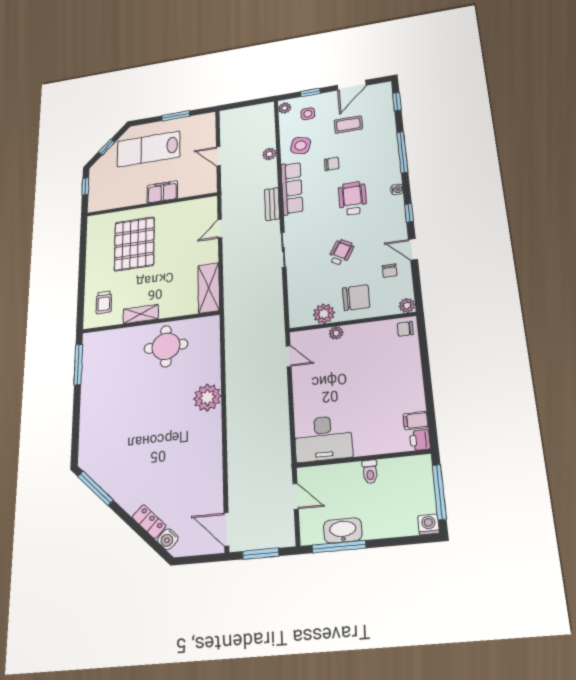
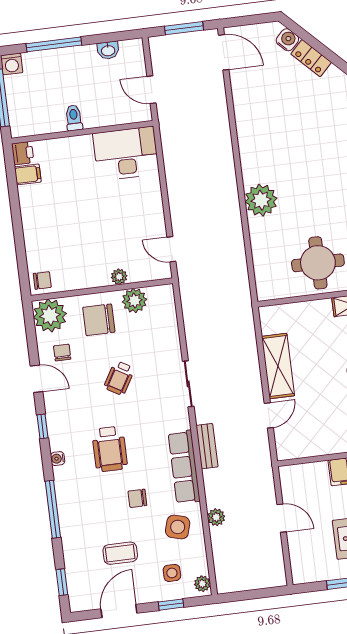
shelving: (209, 288) -> (278, 366), moved
plant: (407, 306) -> (50, 315), width x1.88, depth x1.88
washbasin: (343, 530) -> (108, 50), width x0.52, depth x0.69
window: (339, 547) -> (54, 44), moved

